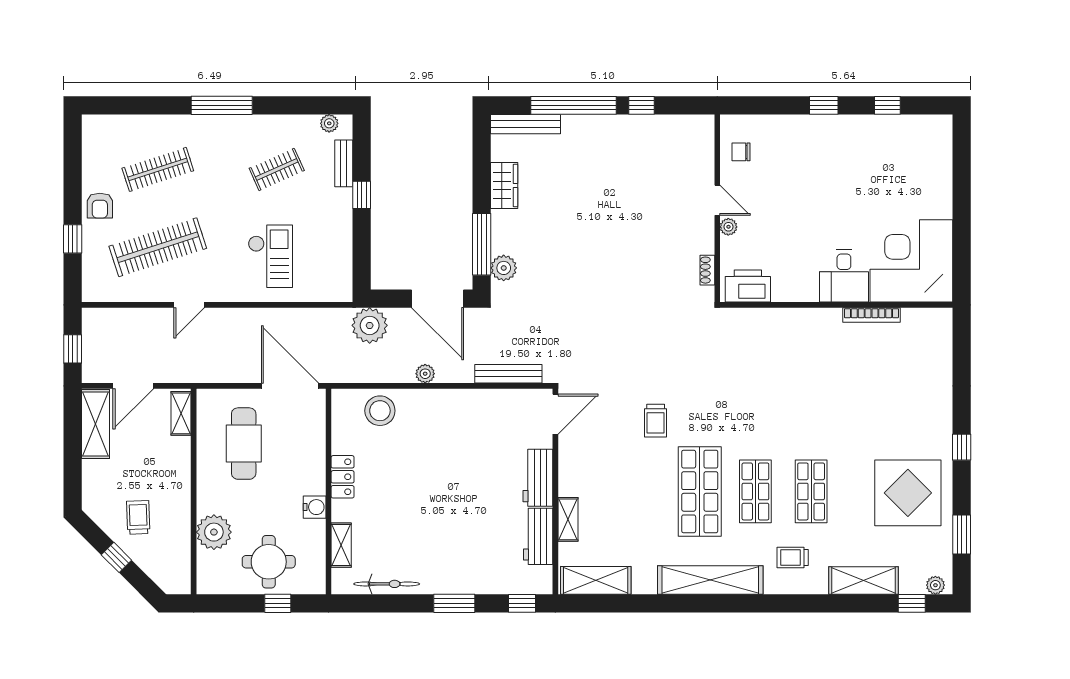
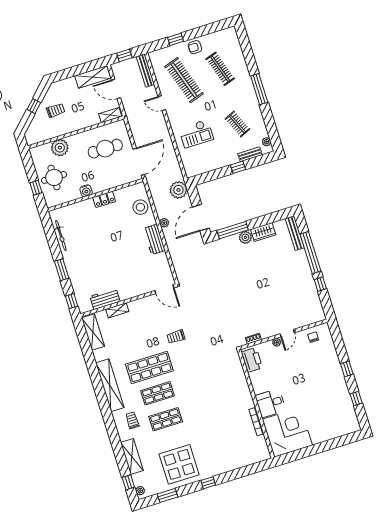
plant: (504, 268) -> (245, 237), moved
bench: (508, 374) -> (145, 70), moved
workbench: (538, 478) -> (154, 239), moved, turned -90
shelving: (341, 545) -> (72, 209), removed

